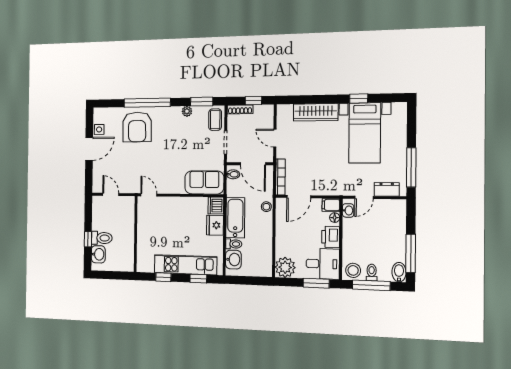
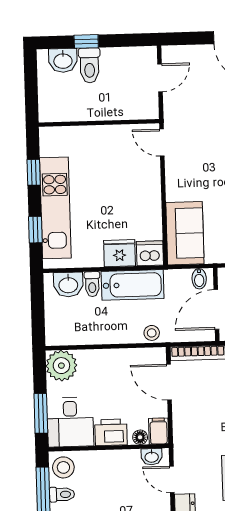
door: (149, 195) -> (162, 143), swing flipped

